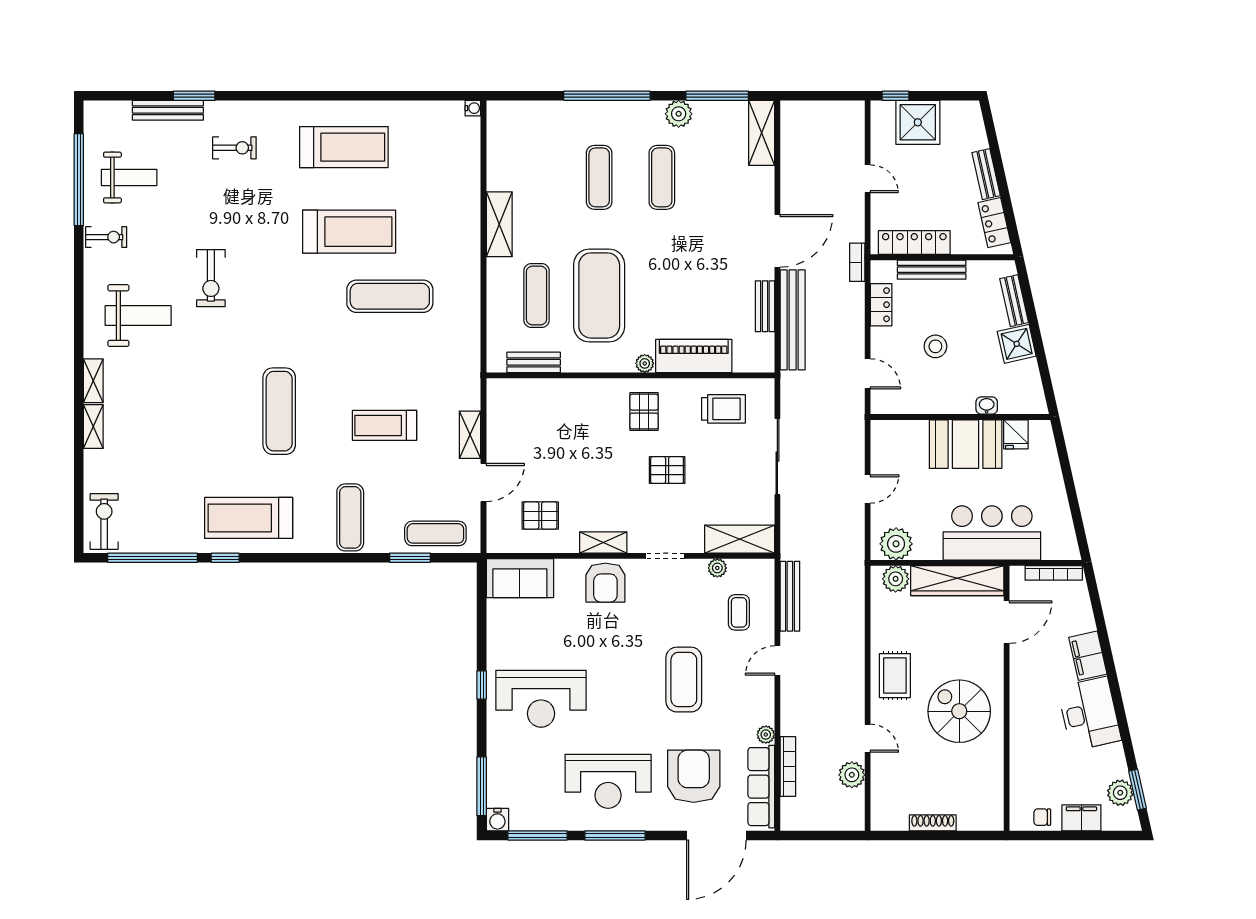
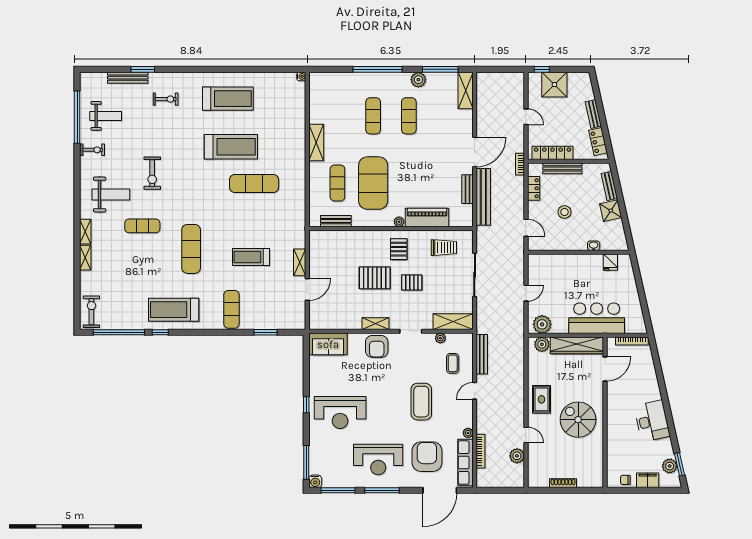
booth: (966, 444) -> (582, 268), removed
pallet: (540, 516) -> (375, 278), moved, width x1.50, depth x1.42
exercise mat: (435, 533) -> (142, 226), moved
filing cabinet: (1088, 656) -> (651, 388), removed

